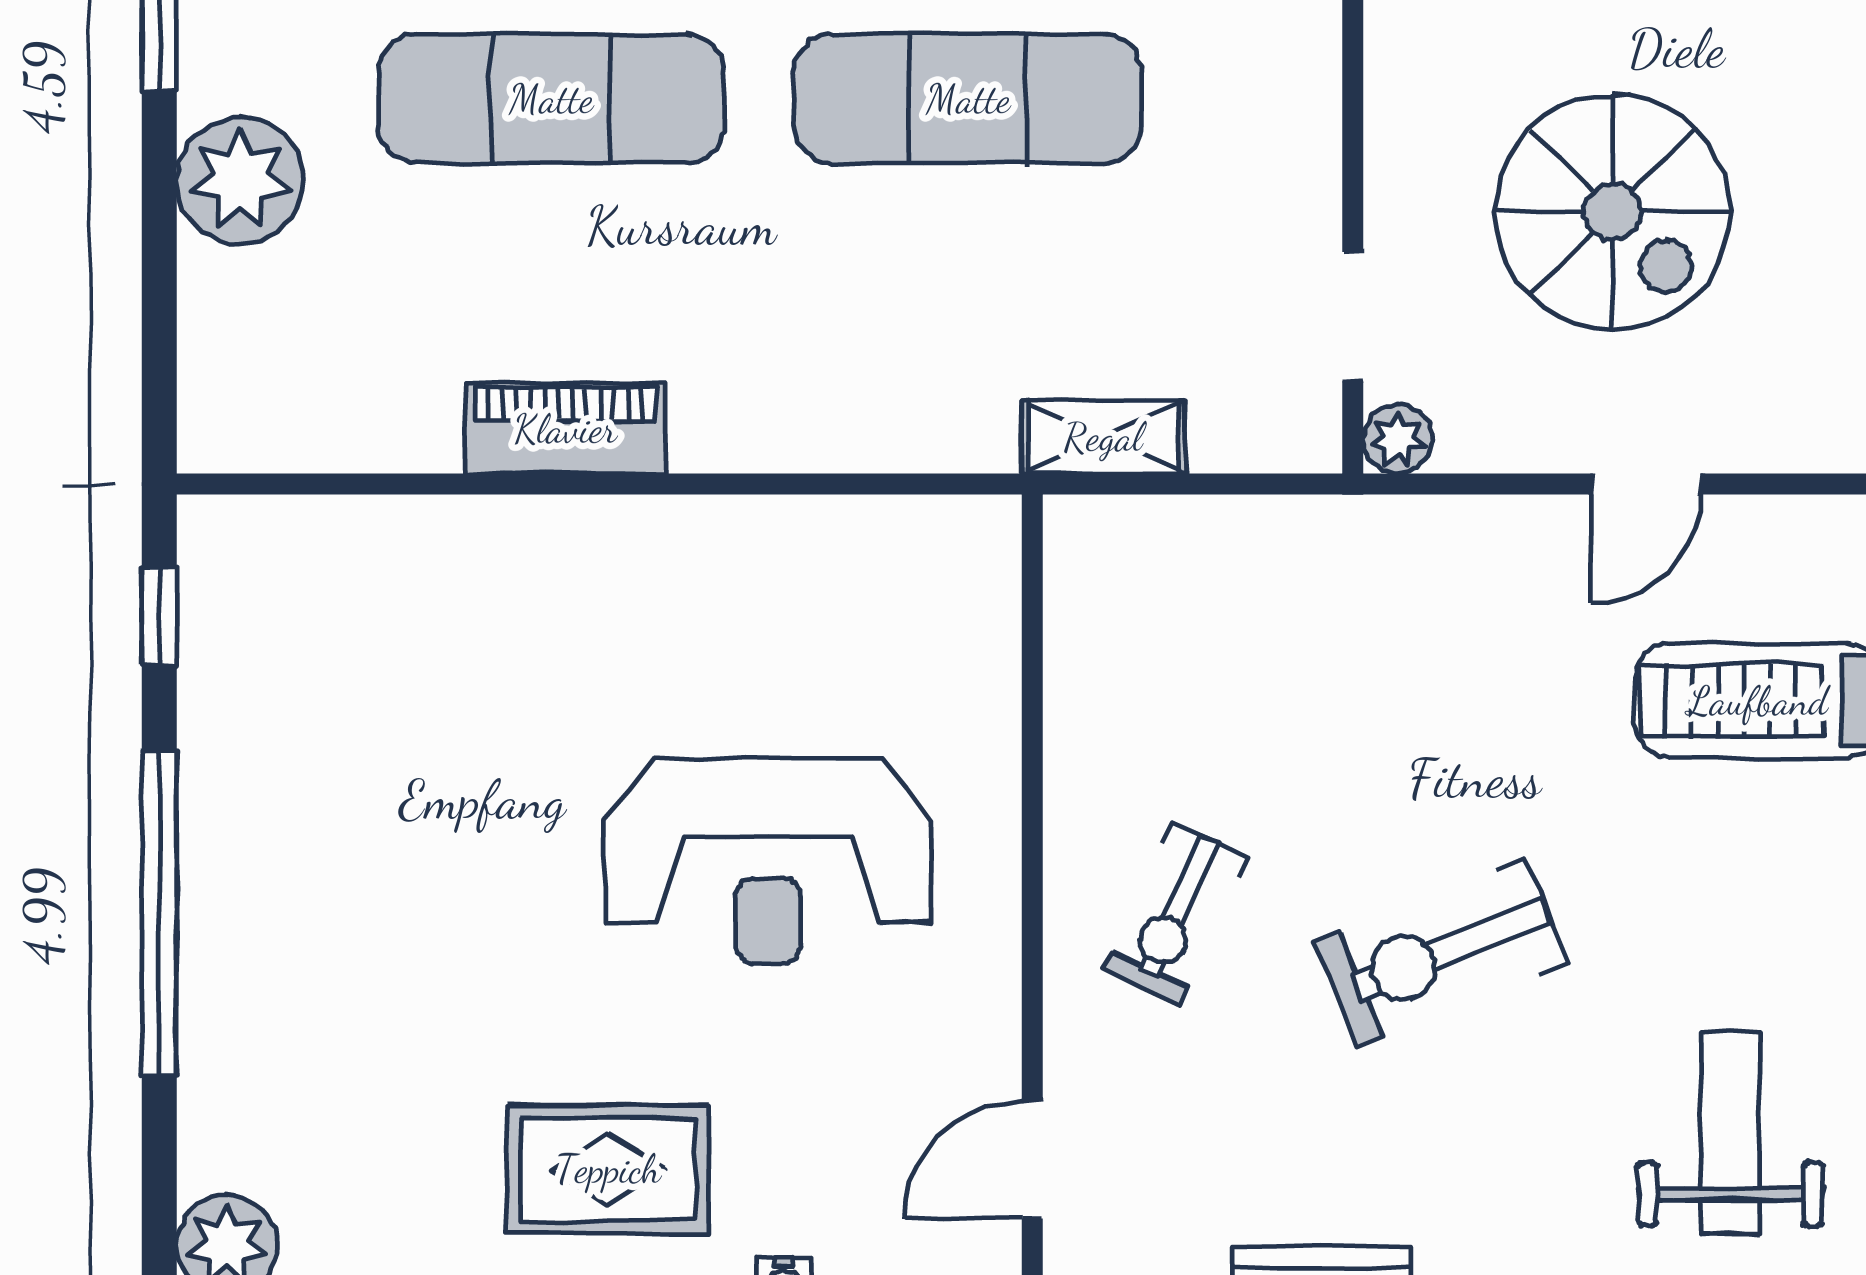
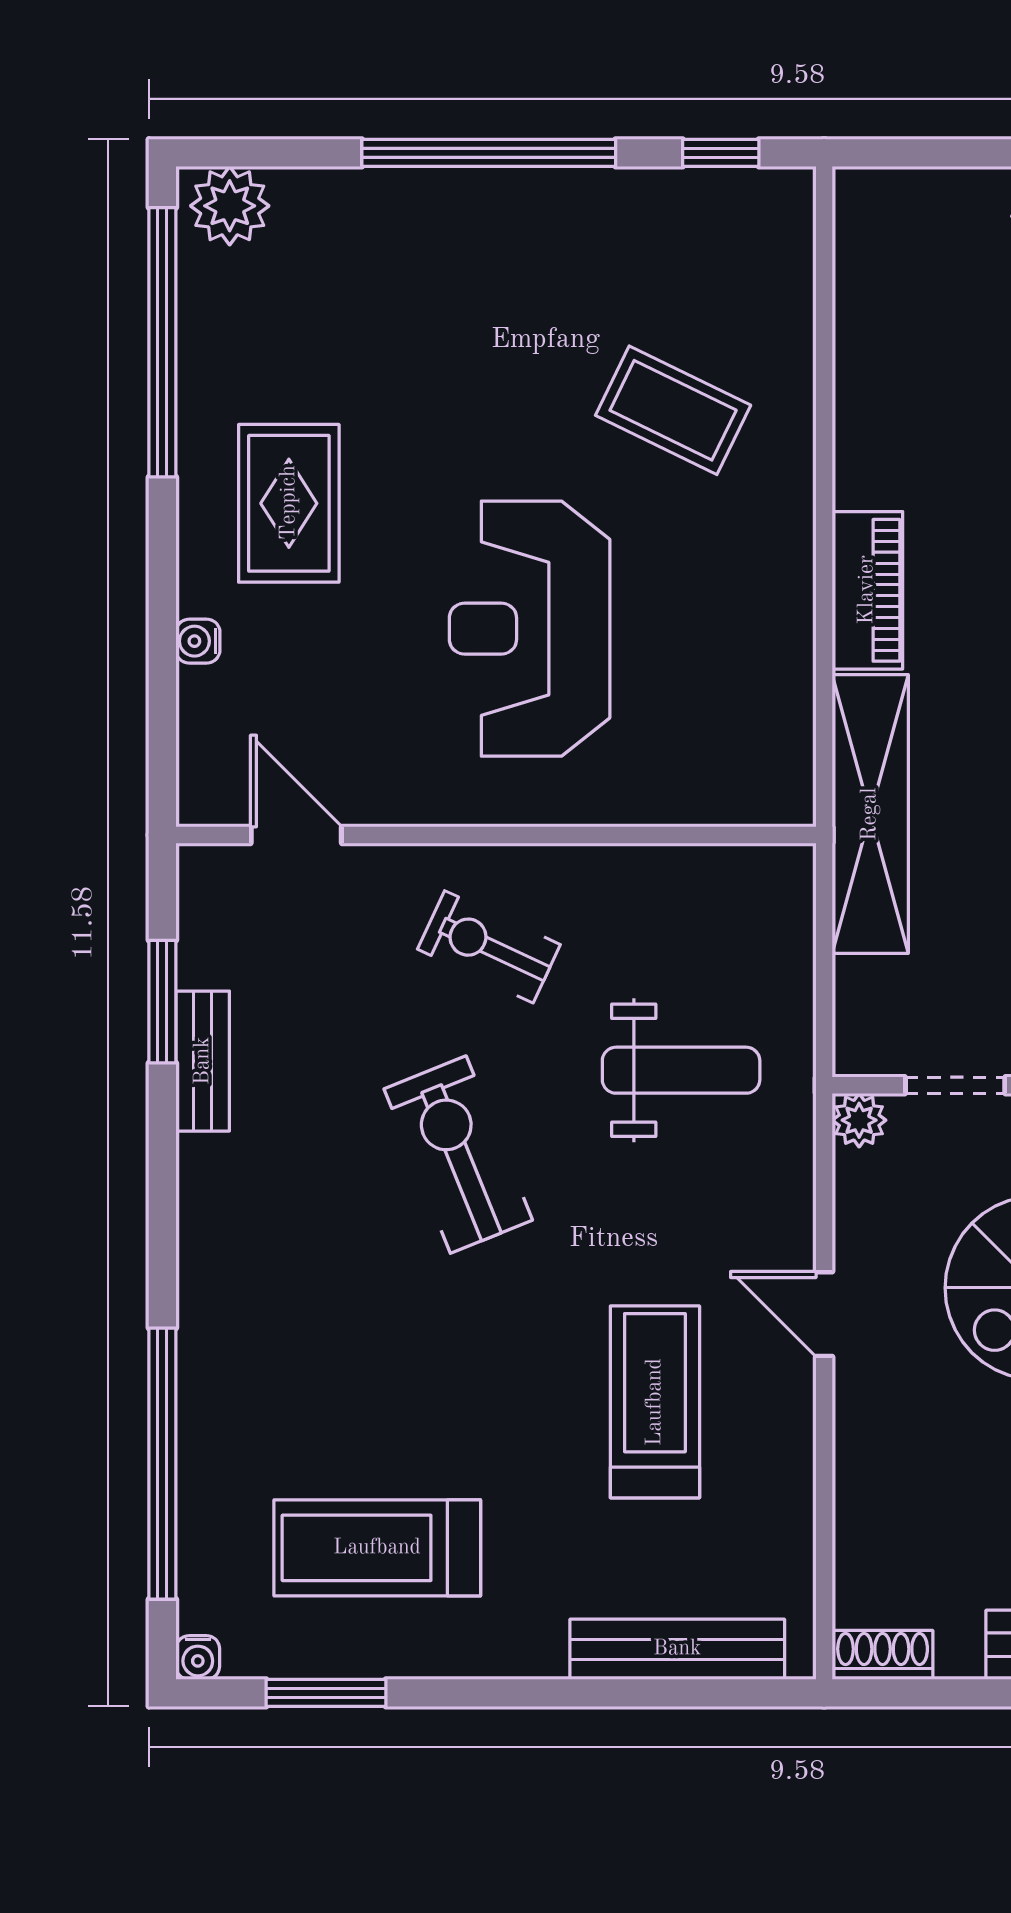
piano: (565, 429) -> (867, 590), moved
shelving: (1103, 437) -> (870, 814), width x2.20, depth x1.33
coffee table: (489, 677) -> (673, 410), added
weight bench: (1730, 1134) -> (681, 1070), moved

